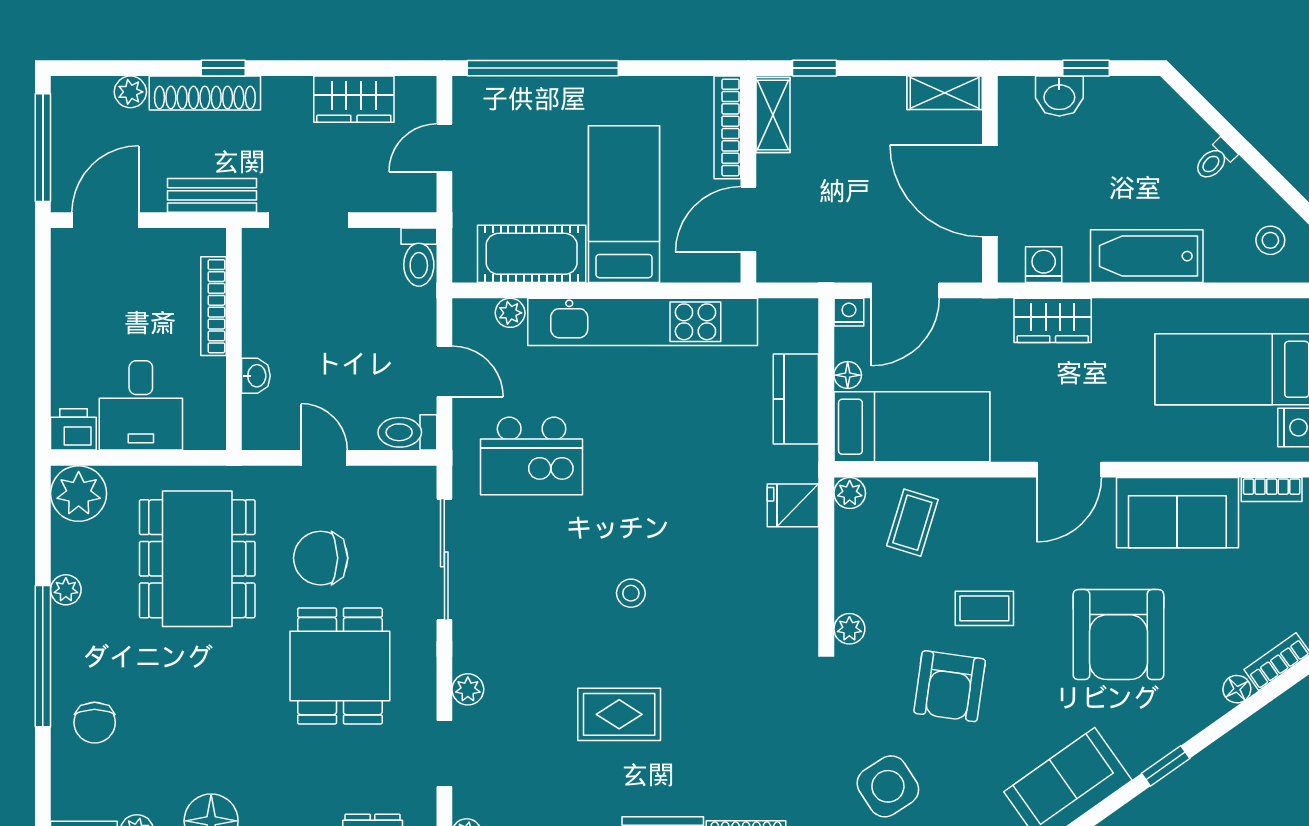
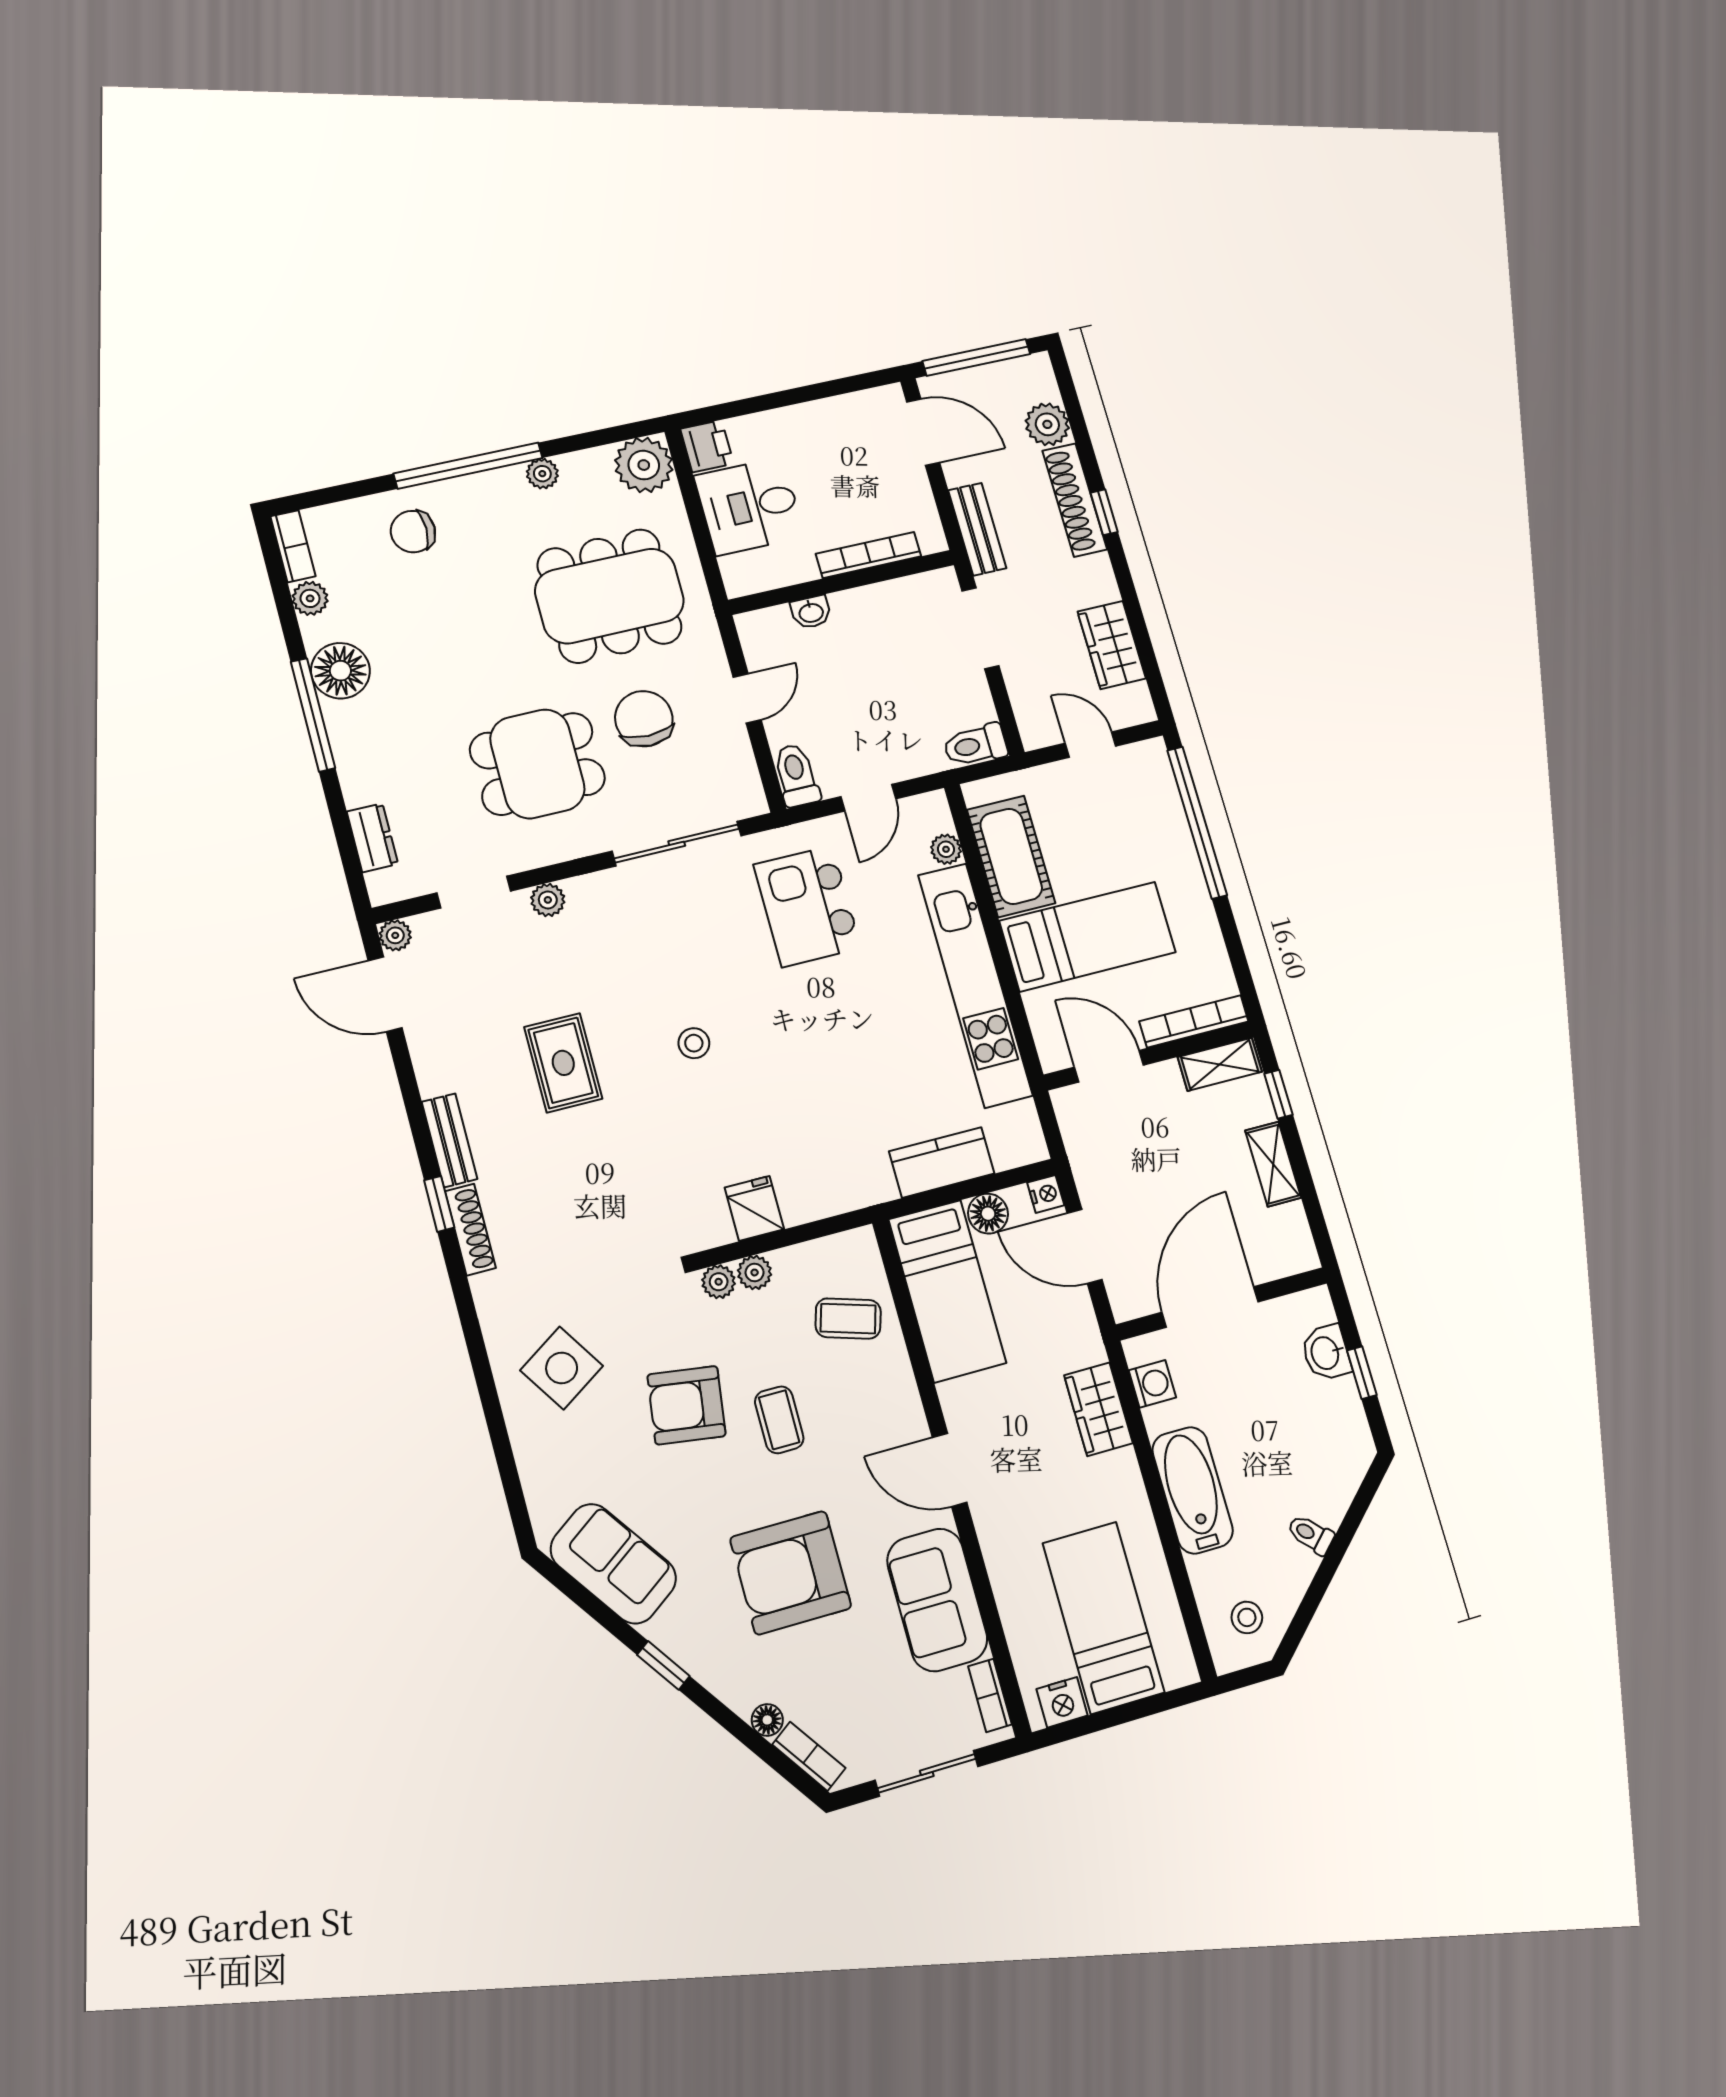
plant: (130, 92) -> (1047, 424), width x1.38, depth x1.38
shelving: (945, 93) -> (1273, 1164), moved
floor lamp: (848, 375) -> (988, 1214), width x1.37, depth x1.37
plant: (850, 493) -> (755, 1273), moved
fridge: (793, 505) -> (754, 1208), moved

